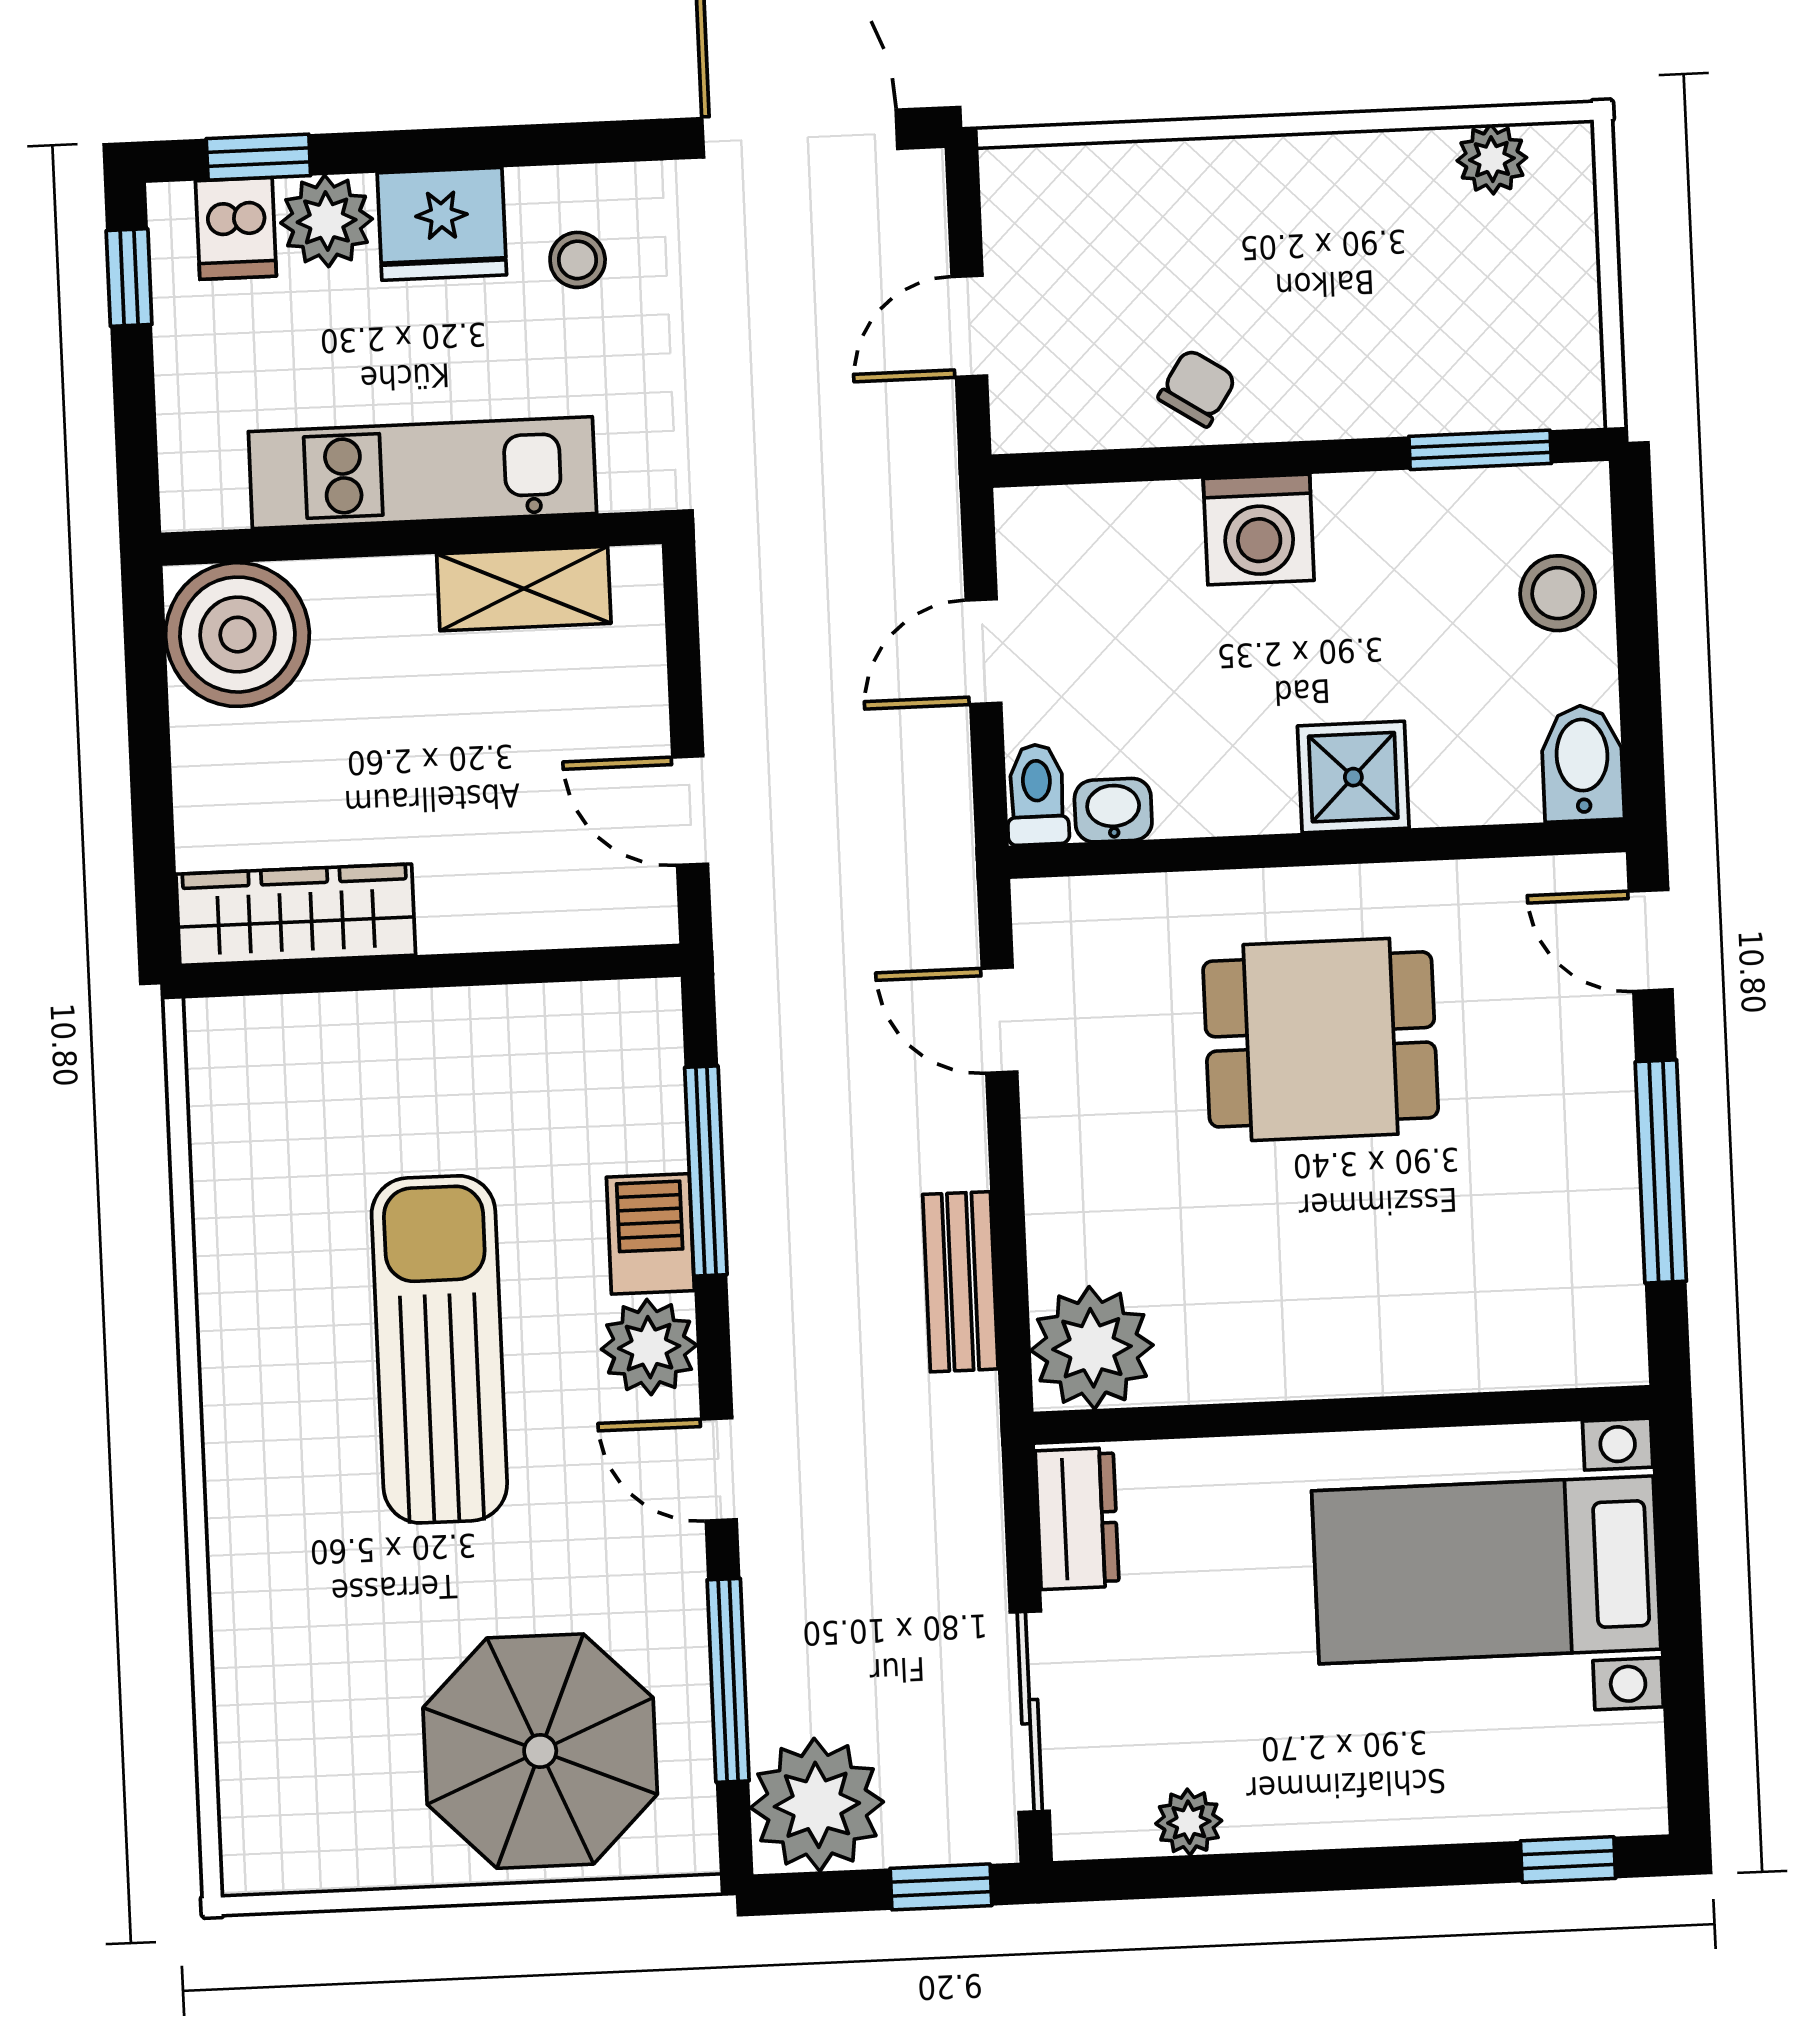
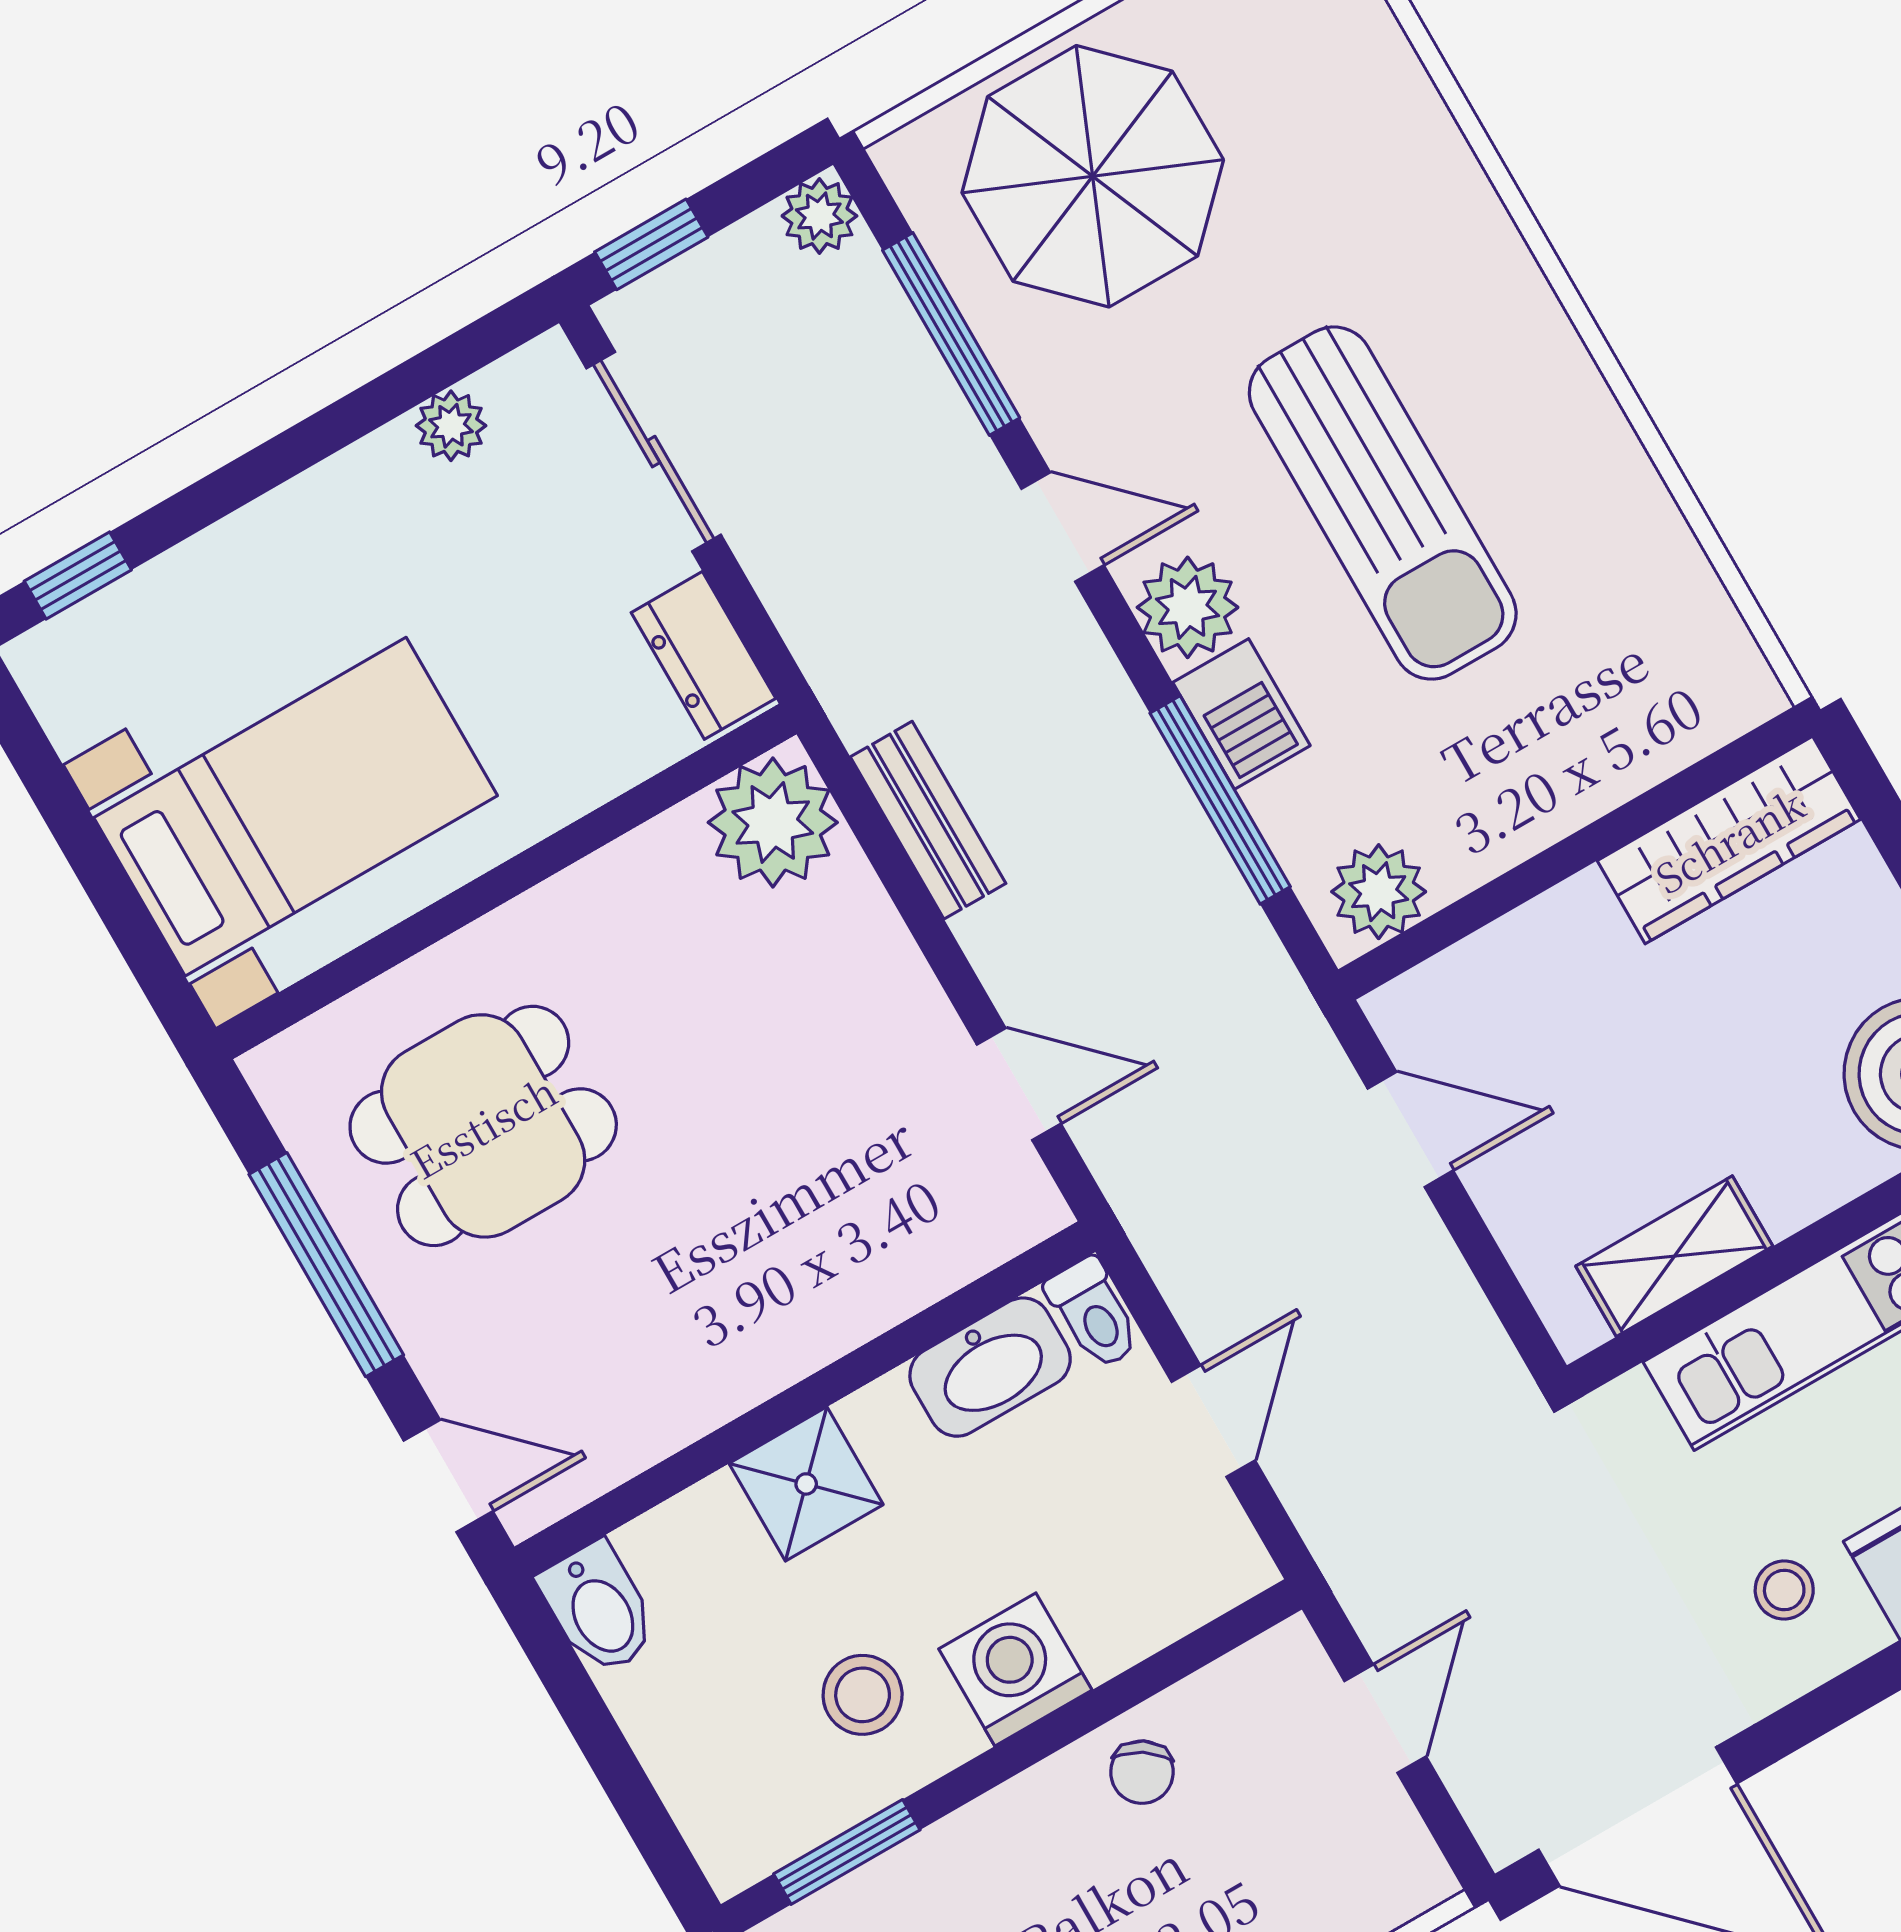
stool: (1558, 593) -> (863, 1695), moved
washbasin: (1113, 810) -> (990, 1367), width x1.91, depth x1.45
plant: (613, 1024) -> (1379, 892), added
dining table: (1321, 1039) -> (483, 1126), moved
plant: (817, 1805) -> (819, 216), width x0.53, depth x0.53

